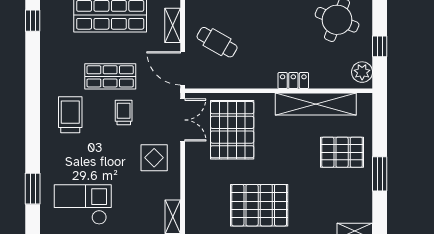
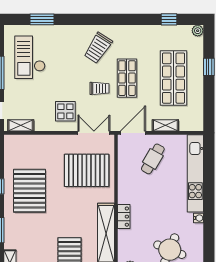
trolley: (70, 115) -> (98, 48), turned 123
double door: (183, 120) -> (94, 133), swing flipped
checkout: (83, 205) -> (30, 57), turned 180

